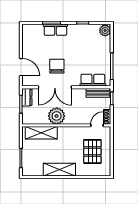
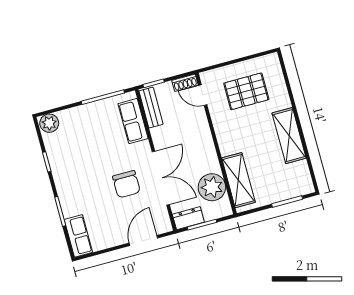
row of seats: (55, 30) -> (78, 236), moved
chair: (57, 66) -> (126, 184), turned -90
plant: (57, 116) -> (212, 187), moved

